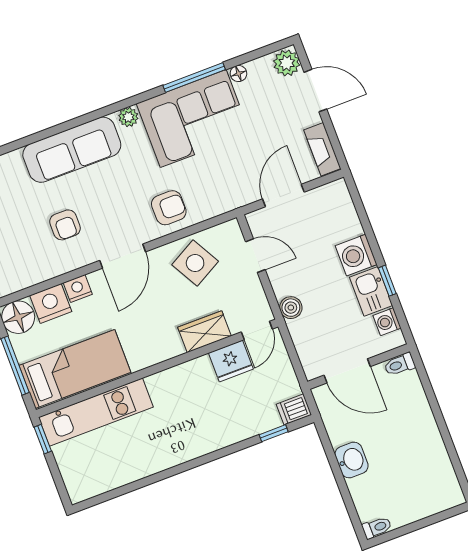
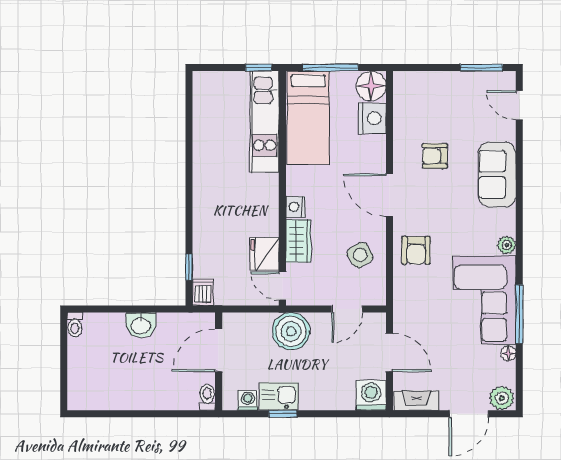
sofa: (72, 150) -> (497, 174), width x0.73
washing machine: (356, 255) -> (371, 395), moved
side table: (195, 263) -> (360, 255), width x0.73, depth x0.73
nightstand: (78, 289) -> (296, 207), moved, turned 180
boiler: (291, 308) -> (291, 331), width x1.86, depth x1.86

